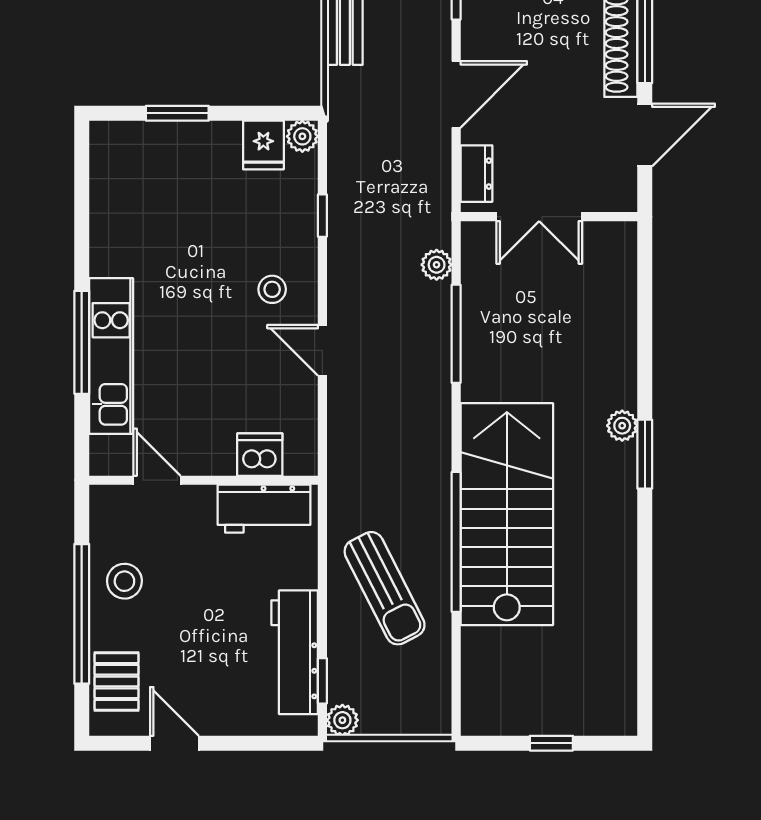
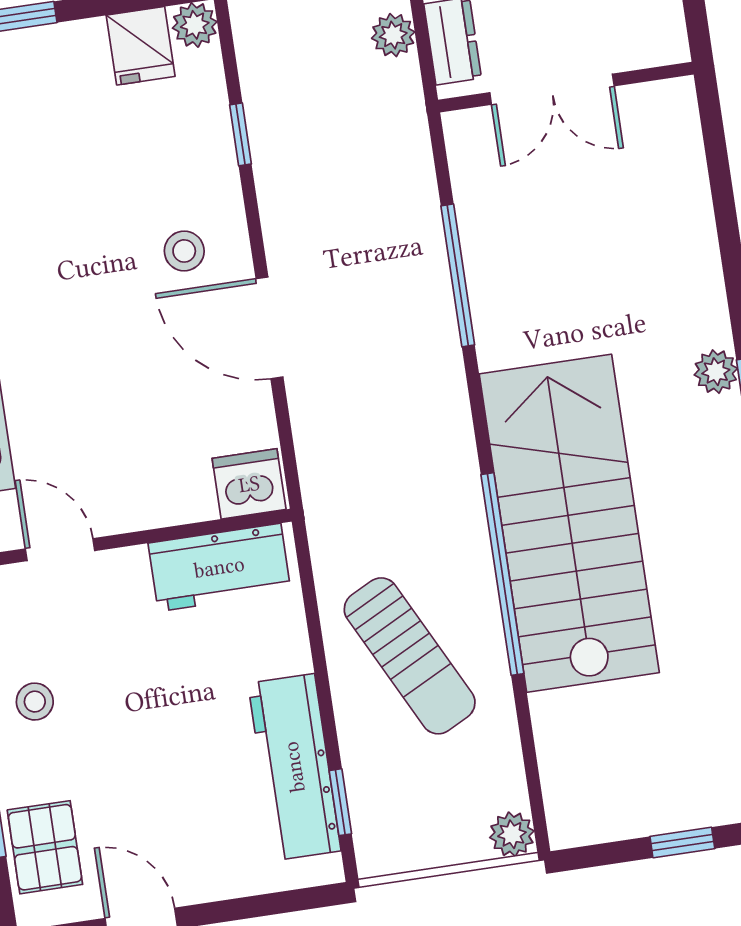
plant: (437, 265) -> (393, 35), moved
door: (322, 350) -> (269, 328), width x1.38
dishwasher: (260, 455) -> (249, 484), moved
stool: (124, 581) -> (35, 702), width x0.73, depth x0.73
plant: (342, 720) -> (512, 834), moved

